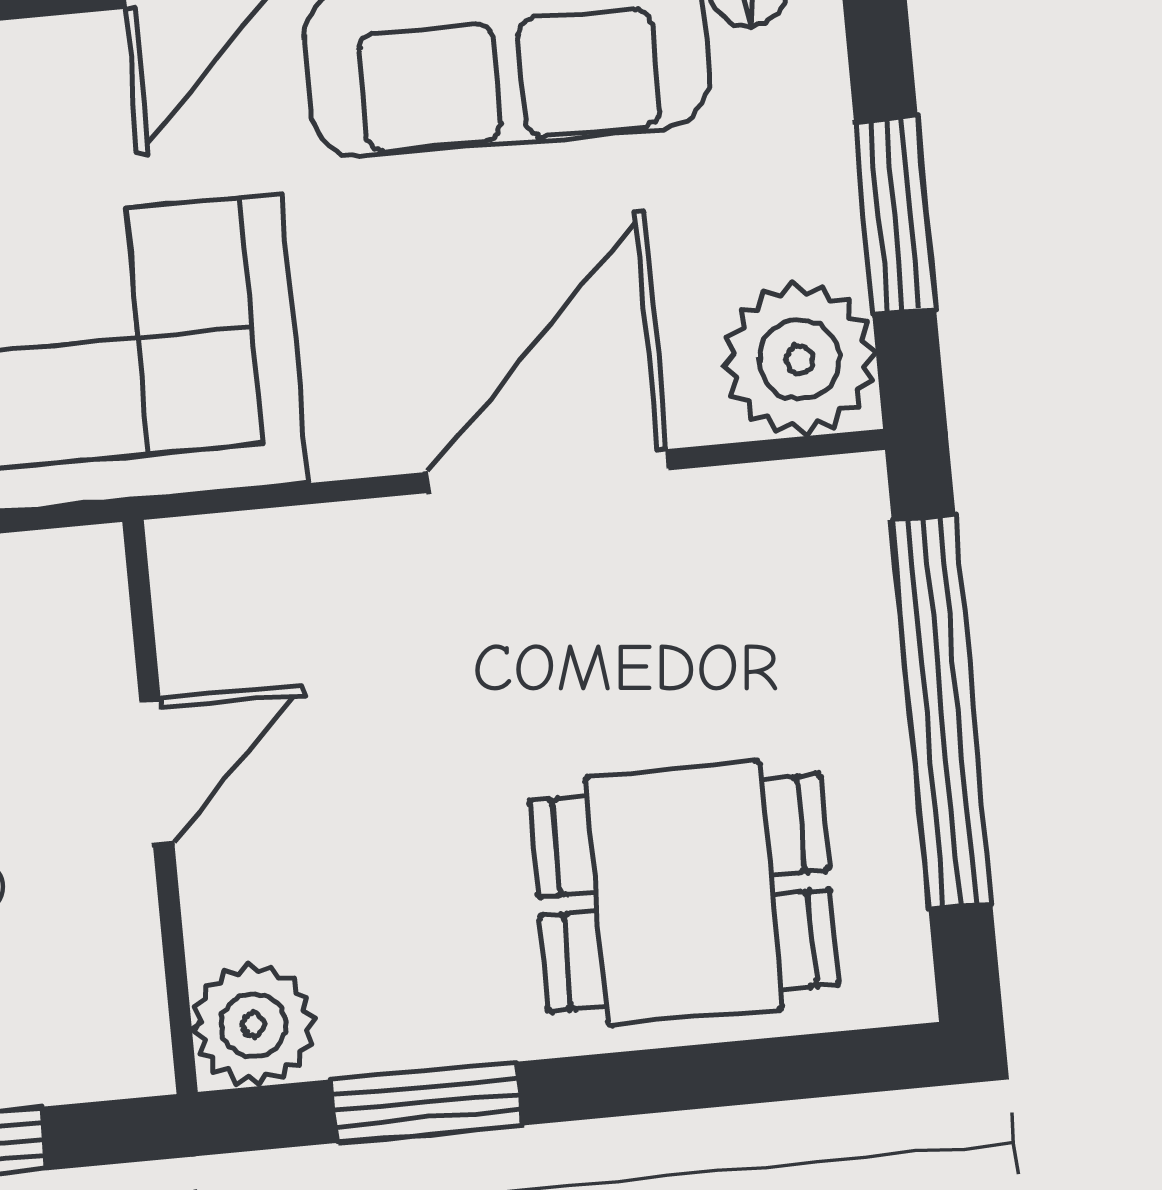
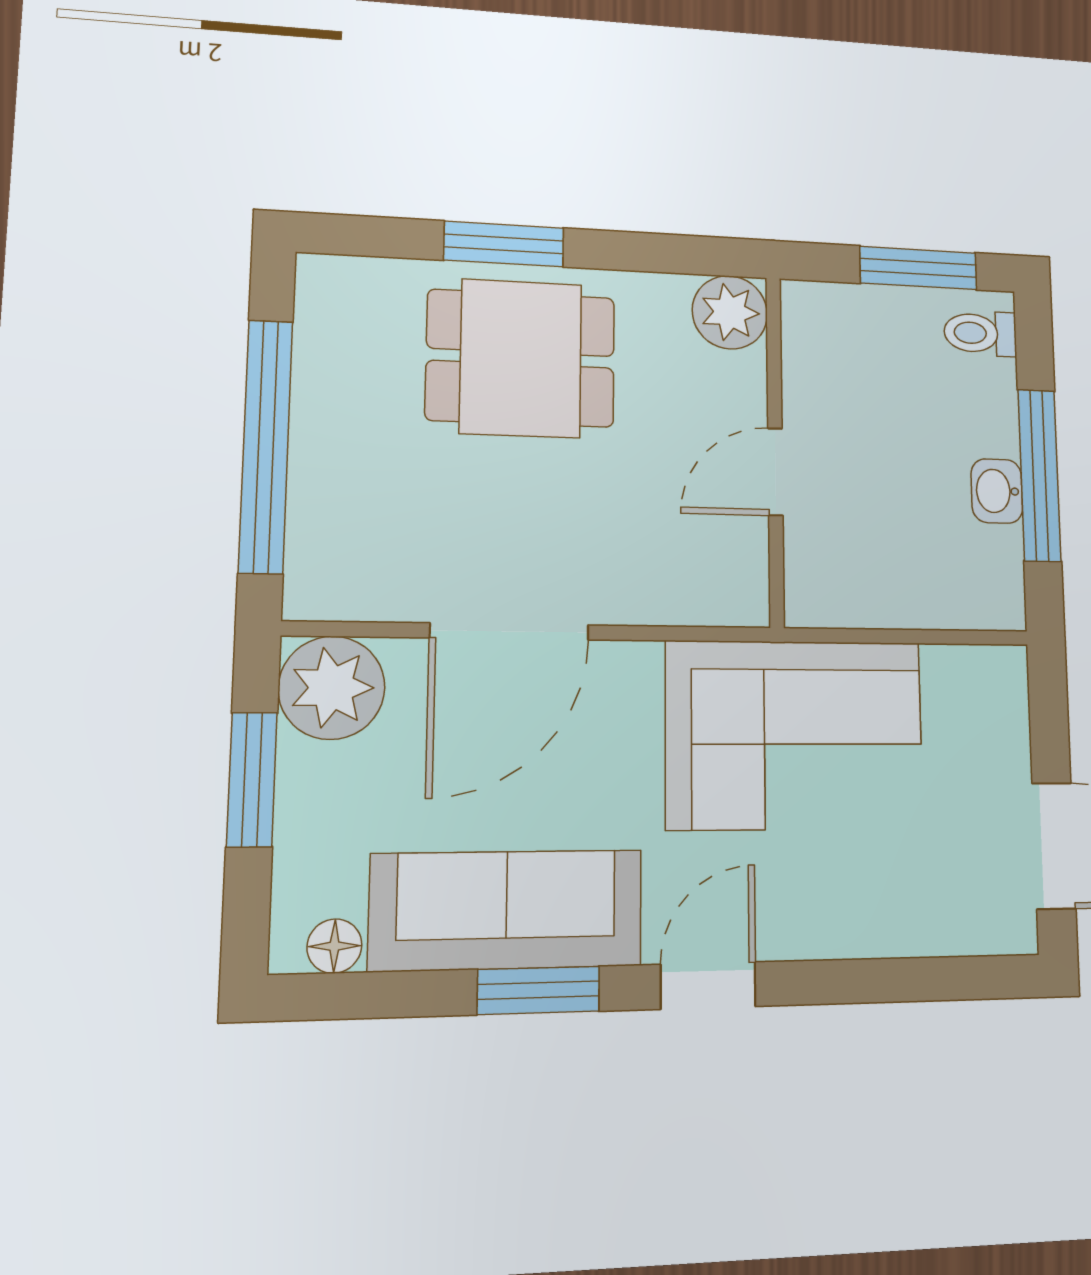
dining table: (684, 893) -> (521, 358), moved
window: (427, 1102) -> (504, 244), moved

